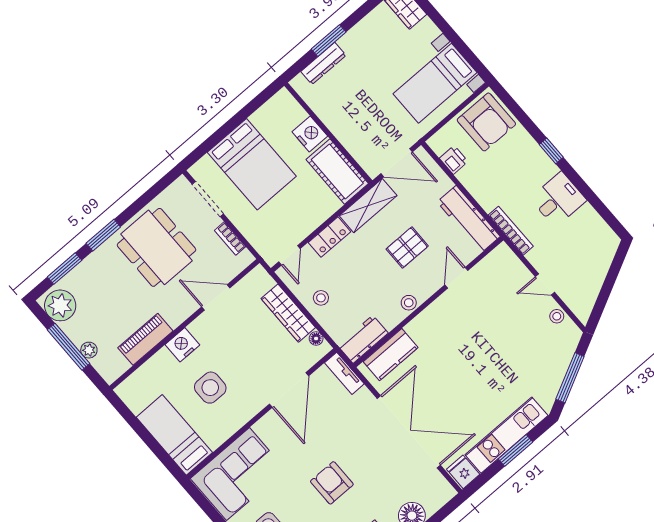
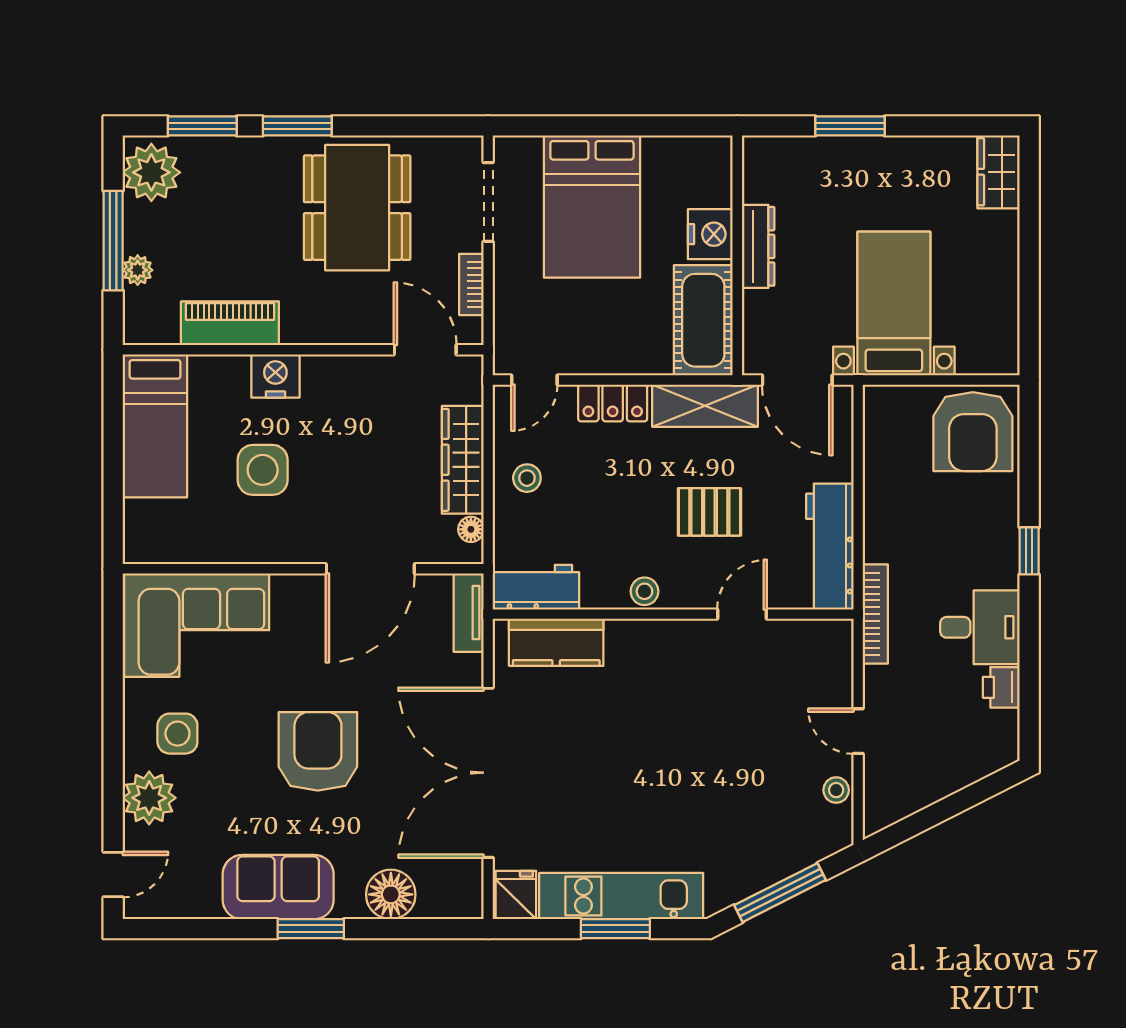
dresser: (323, 63) -> (758, 246), moved, turned -90
bed with nightstands: (435, 83) -> (894, 304), moved, turned 90
printer: (454, 160) -> (1001, 687), moved, turned 180
door: (216, 297) -> (425, 350), moved
double door: (409, 432) -> (488, 773), swing flipped
bed: (174, 435) -> (155, 426), moved, turned 180
armchair: (332, 483) -> (318, 751), width x1.36, depth x1.36

